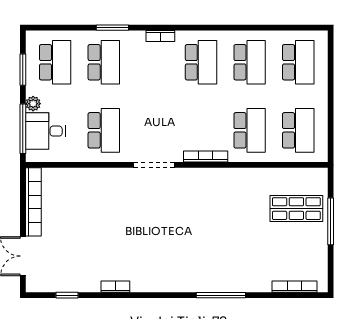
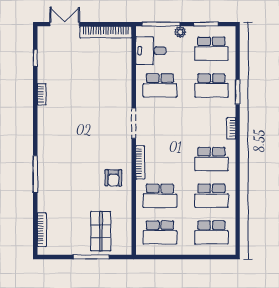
desk: (45, 131) -> (151, 51), moved, turned -90
armchair: (226, 192) -> (113, 178), added

